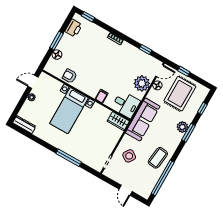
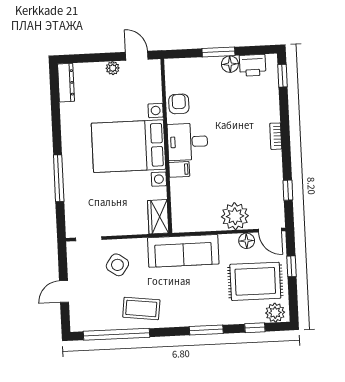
floor lamp: (57, 55) -> (230, 64), moved
desk: (126, 105) -> (188, 142), moved, turned 90
bed with nightstands: (69, 111) -> (129, 146), width x1.36
plant: (182, 127) -> (275, 313), moved

